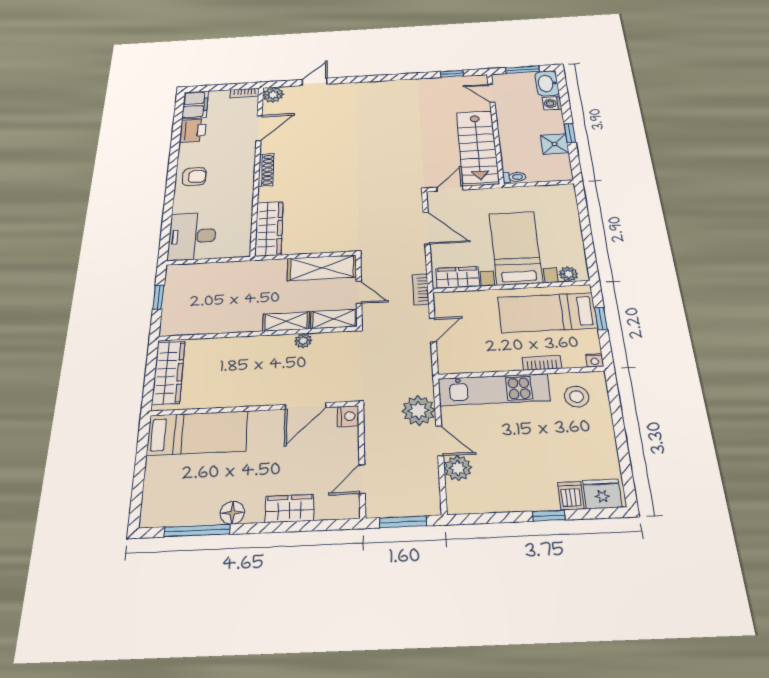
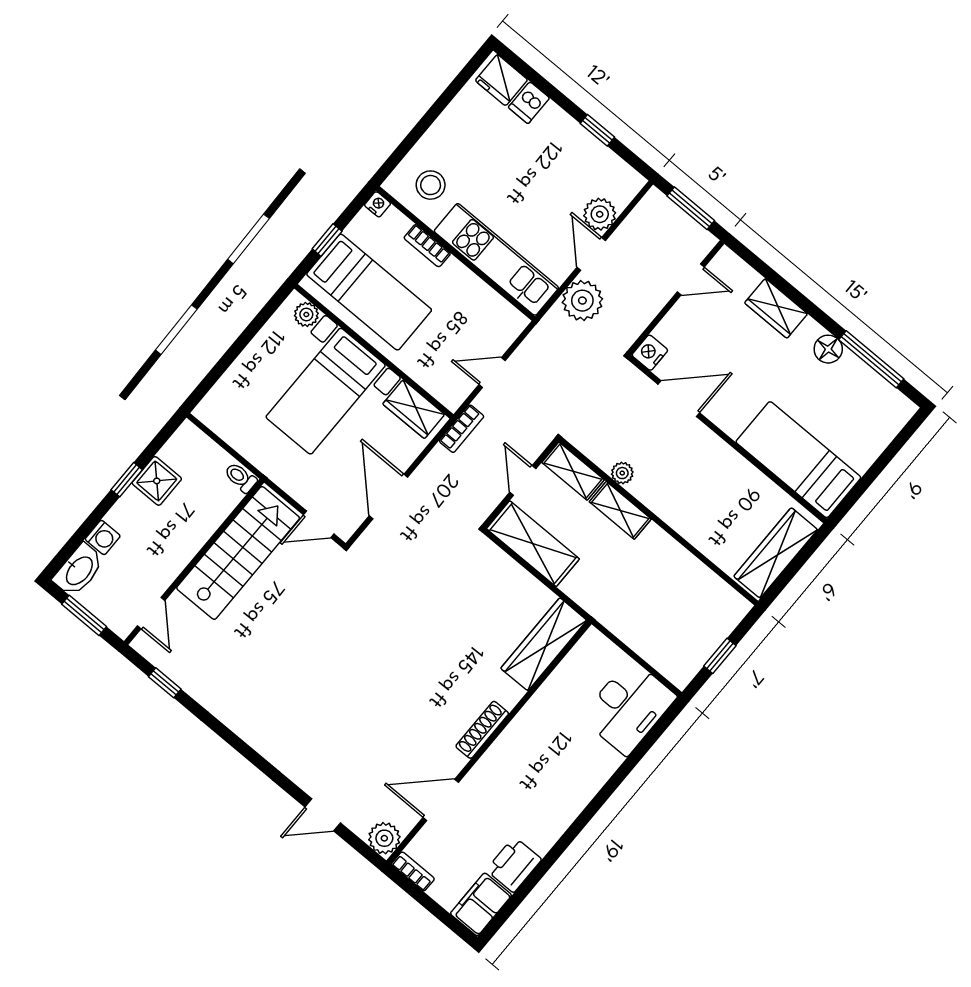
armchair: (194, 177) -> (564, 791), removed
window: (549, 516) -> (597, 130), moved

